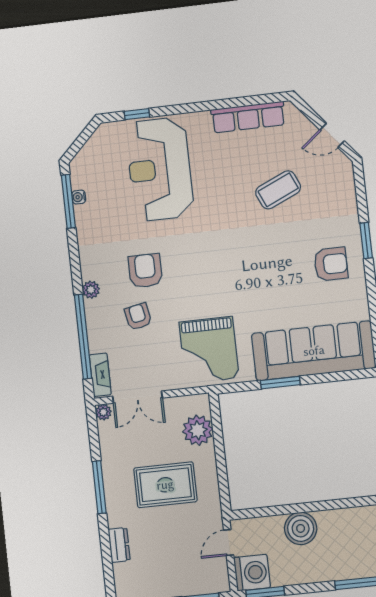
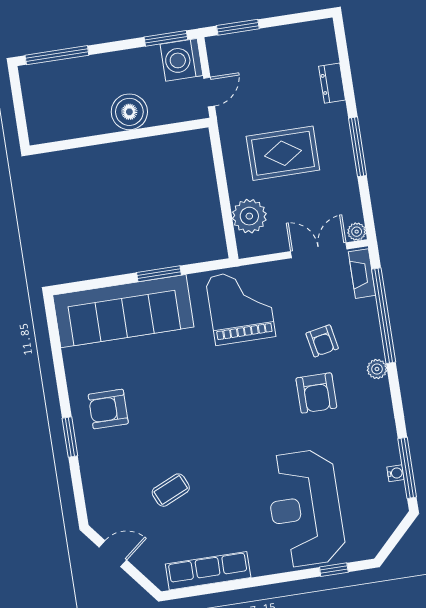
reception desk: (160, 169) -> (305, 508), turned 180
coffee table: (278, 190) -> (171, 490), width x0.73, depth x0.77

